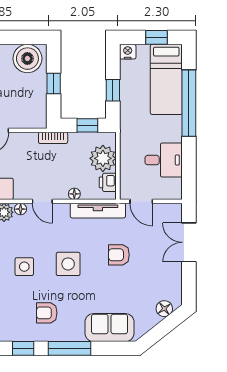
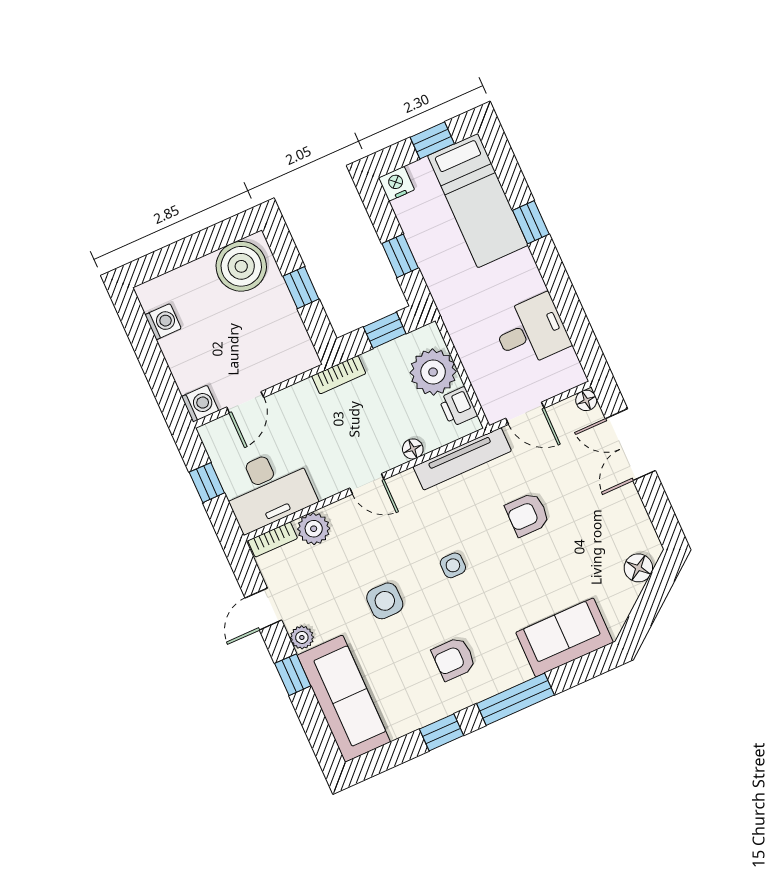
window: (189, 103) -> (531, 222), width x0.32
floor lamp: (21, 209) -> (586, 400), moved
side table: (68, 264) -> (453, 565), width x0.54, depth x0.54

